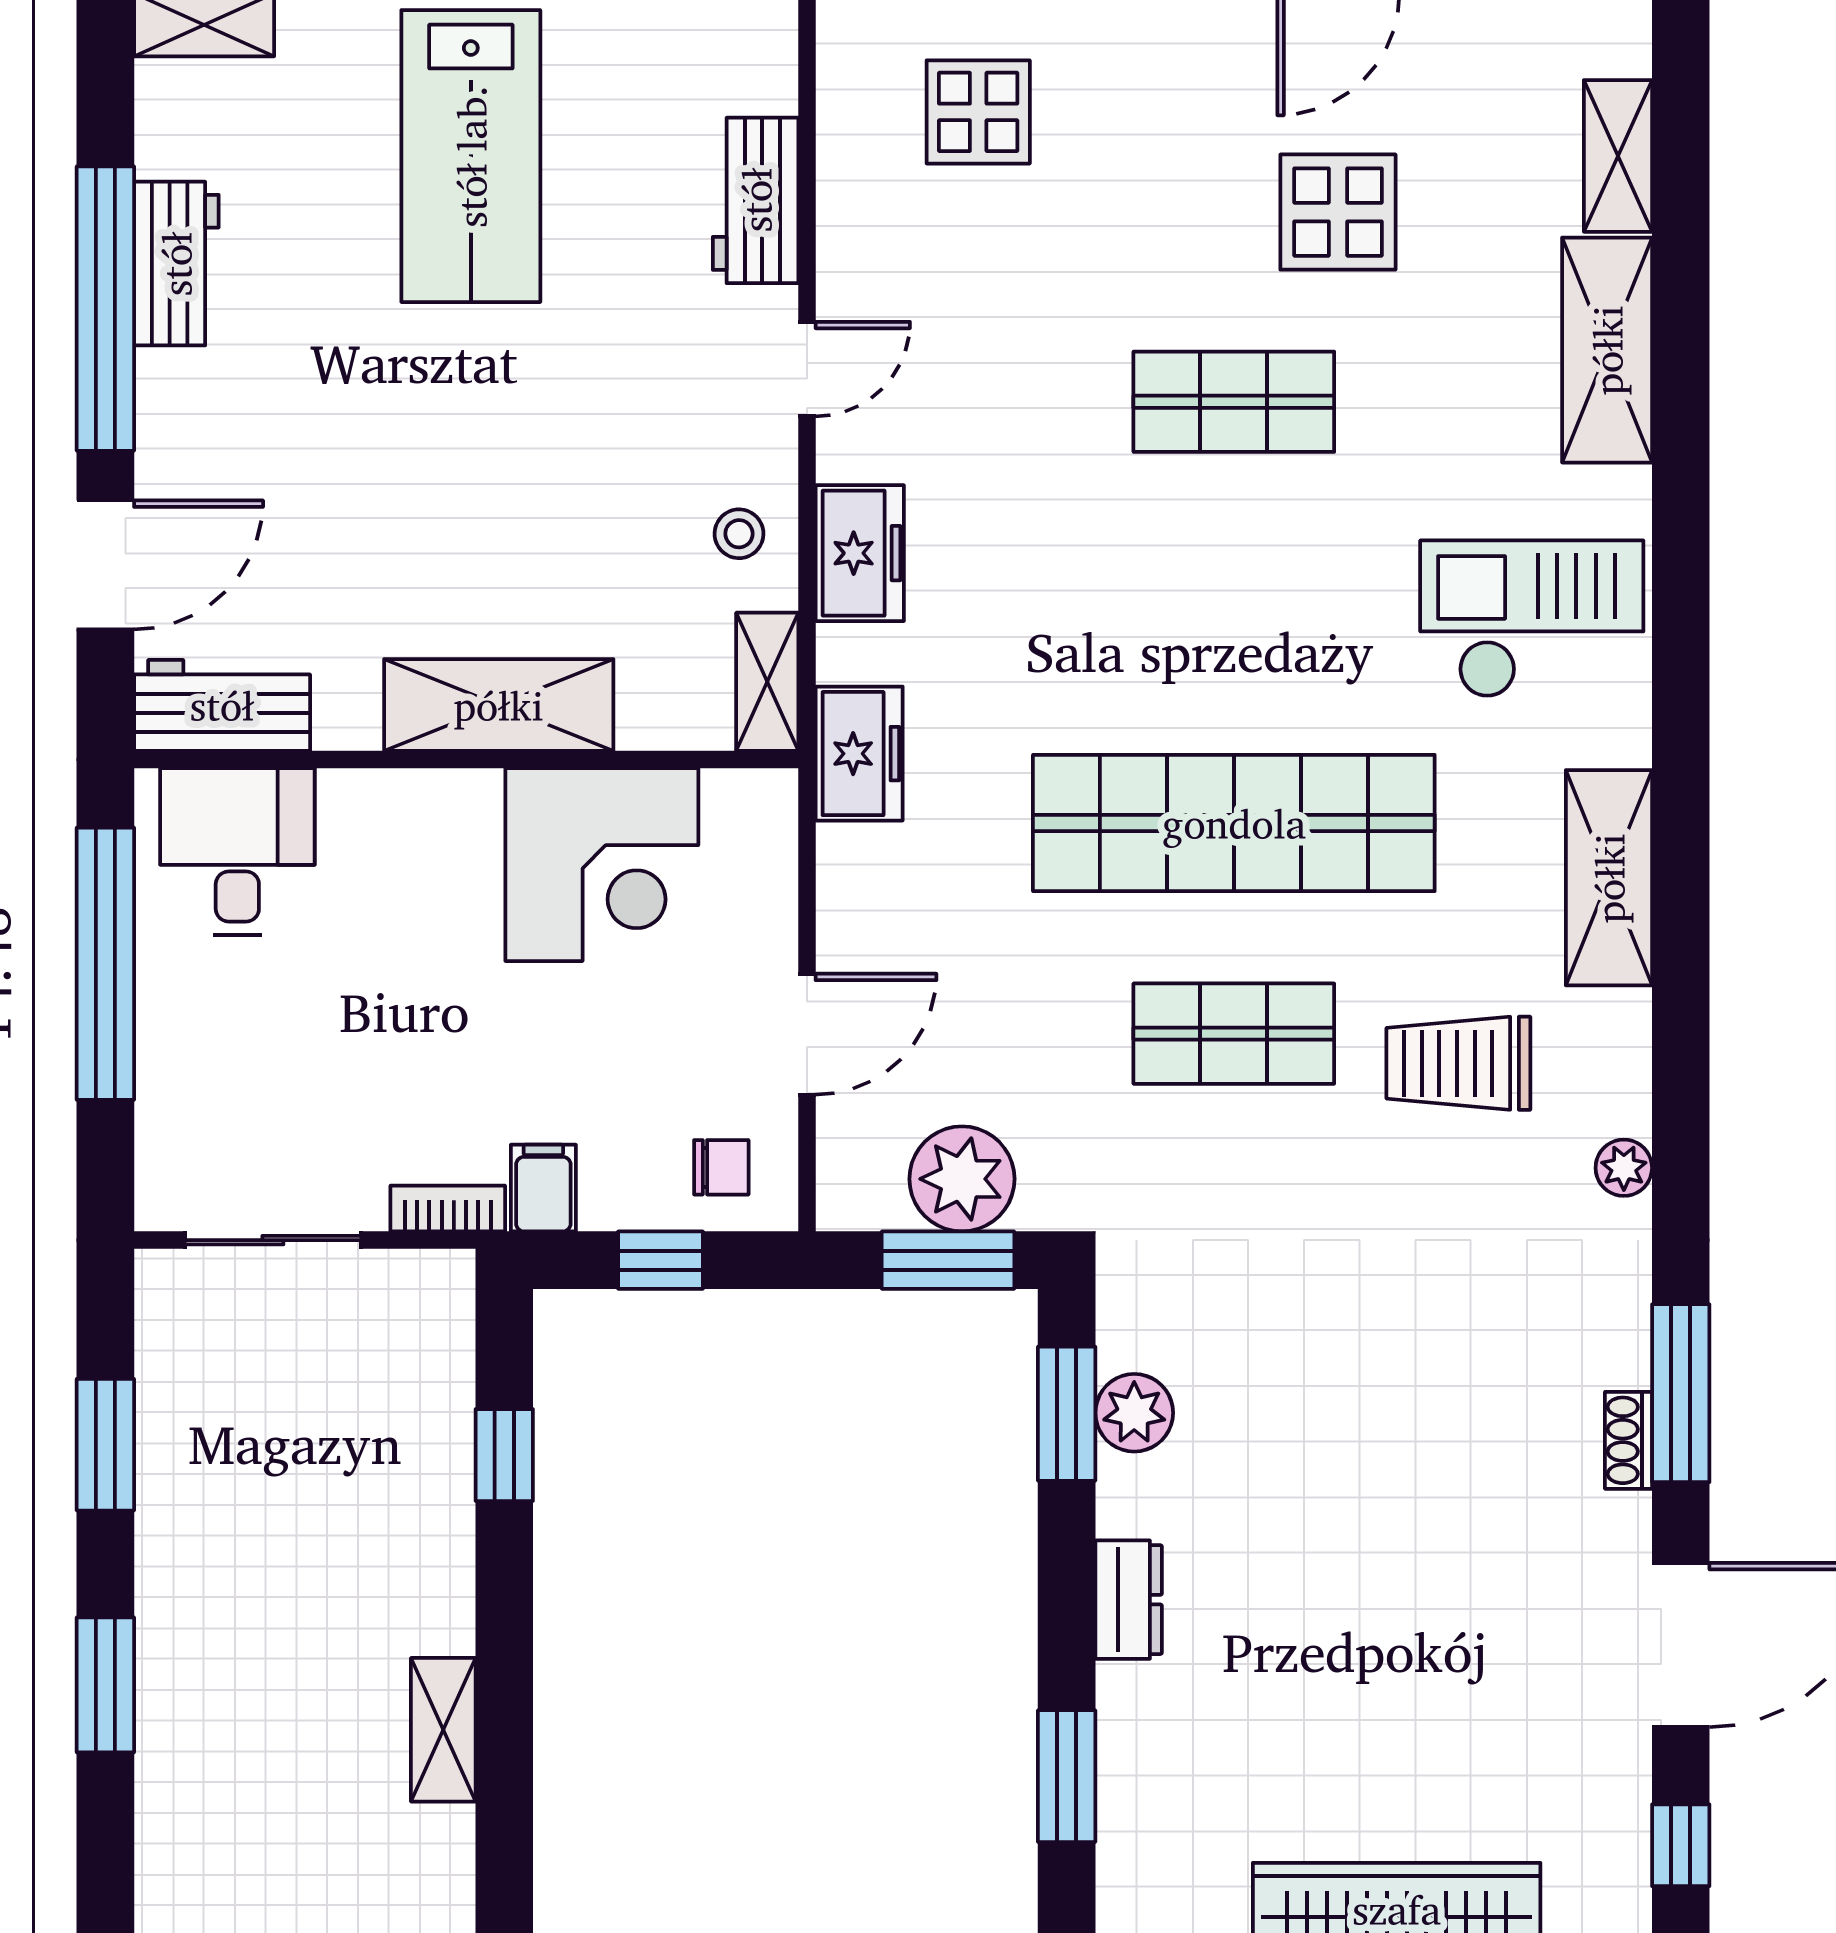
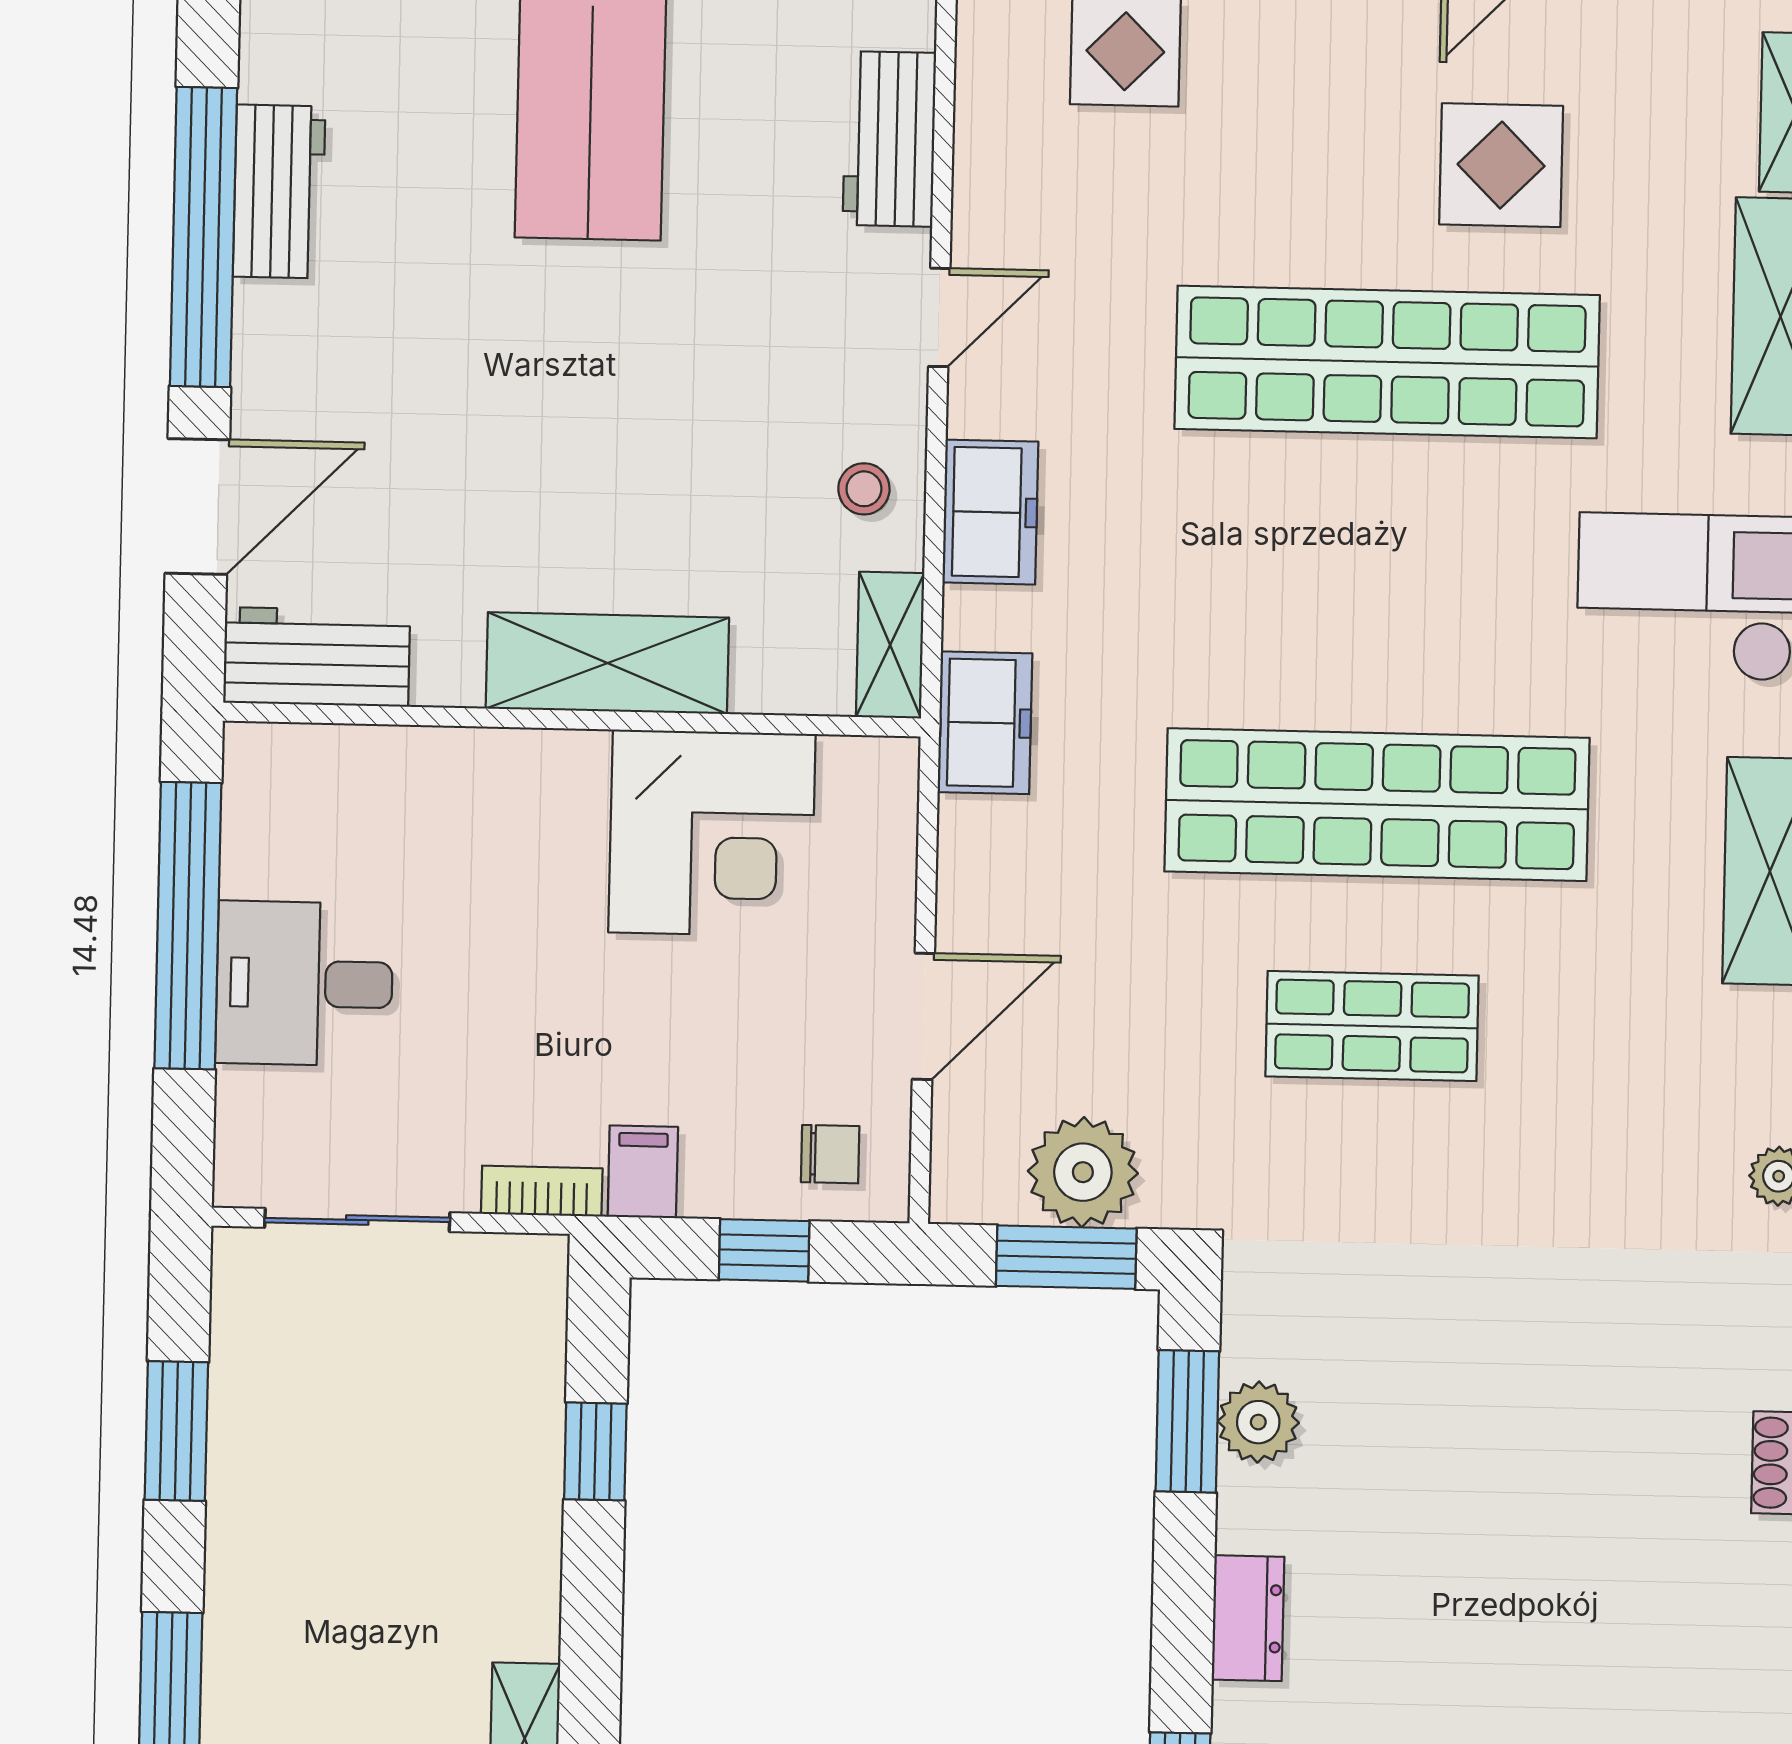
shop shelf: (1234, 402) -> (1387, 362), width x2.00, depth x1.36
desk: (237, 851) -> (304, 983), moved, turned -90
trolley: (1458, 1063) -> (1607, 1062), removed

